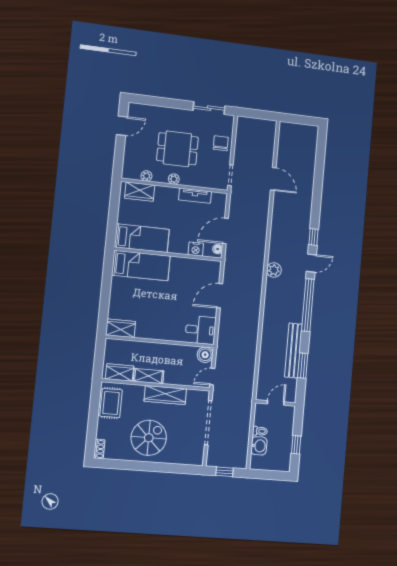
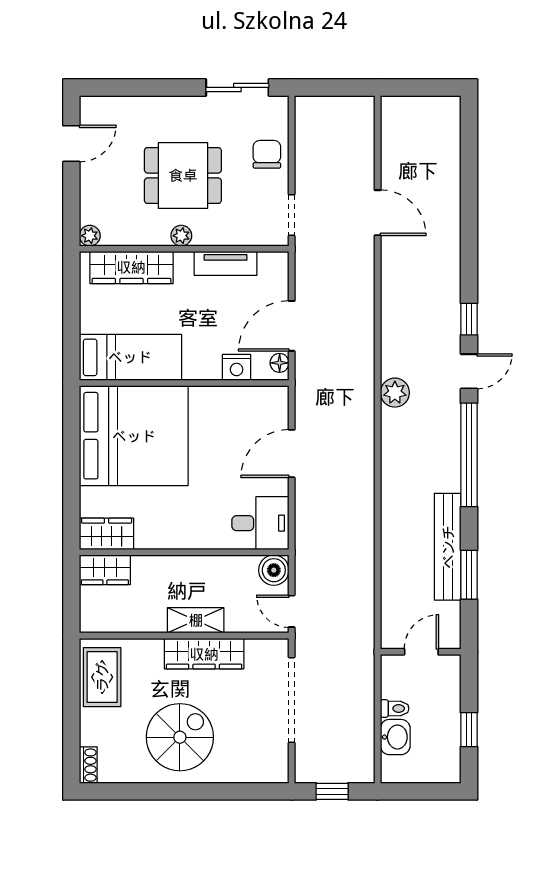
plant: (146, 176) -> (90, 236), moved
wardrobe: (140, 192) -> (131, 267), width x1.50
bed: (141, 266) -> (134, 436), width x2.04
wardrobe: (120, 372) -> (105, 570), moved, turned 180
shelving: (149, 376) -> (196, 620), moved
door: (212, 377) -> (292, 611), hinge flipped

